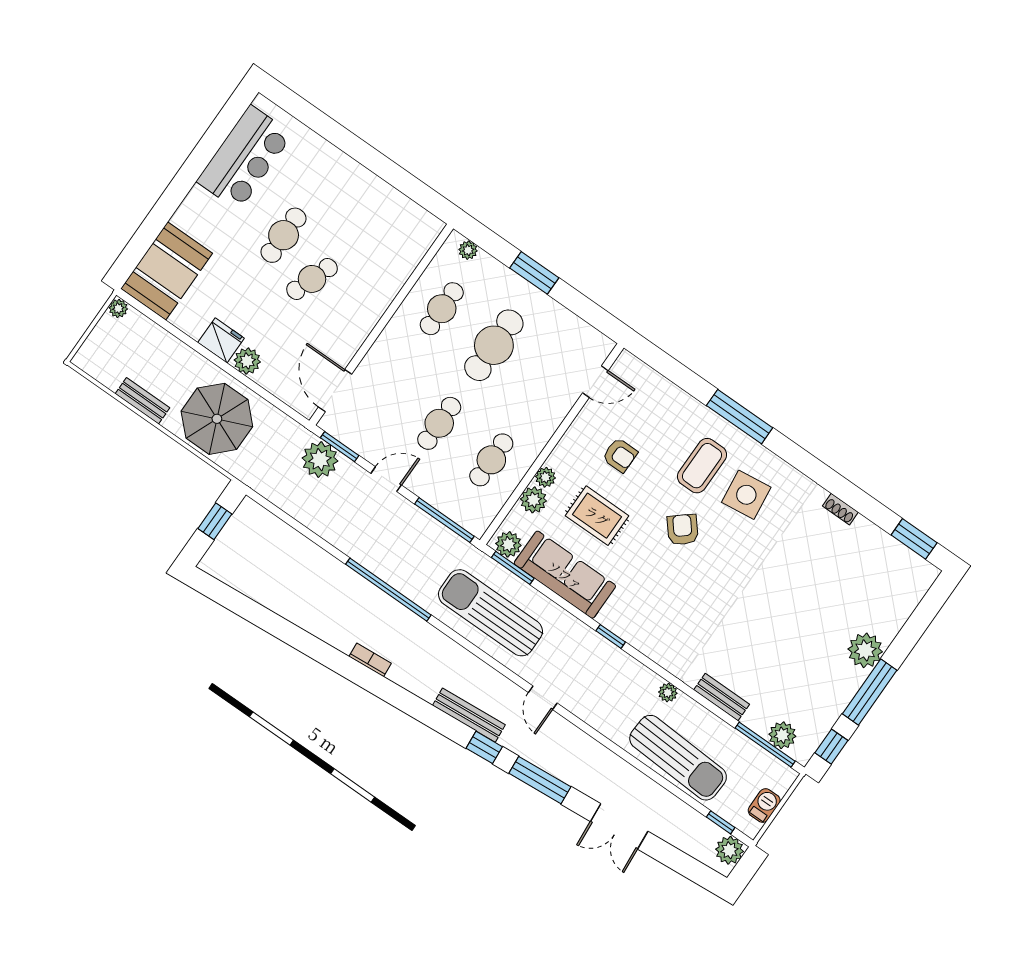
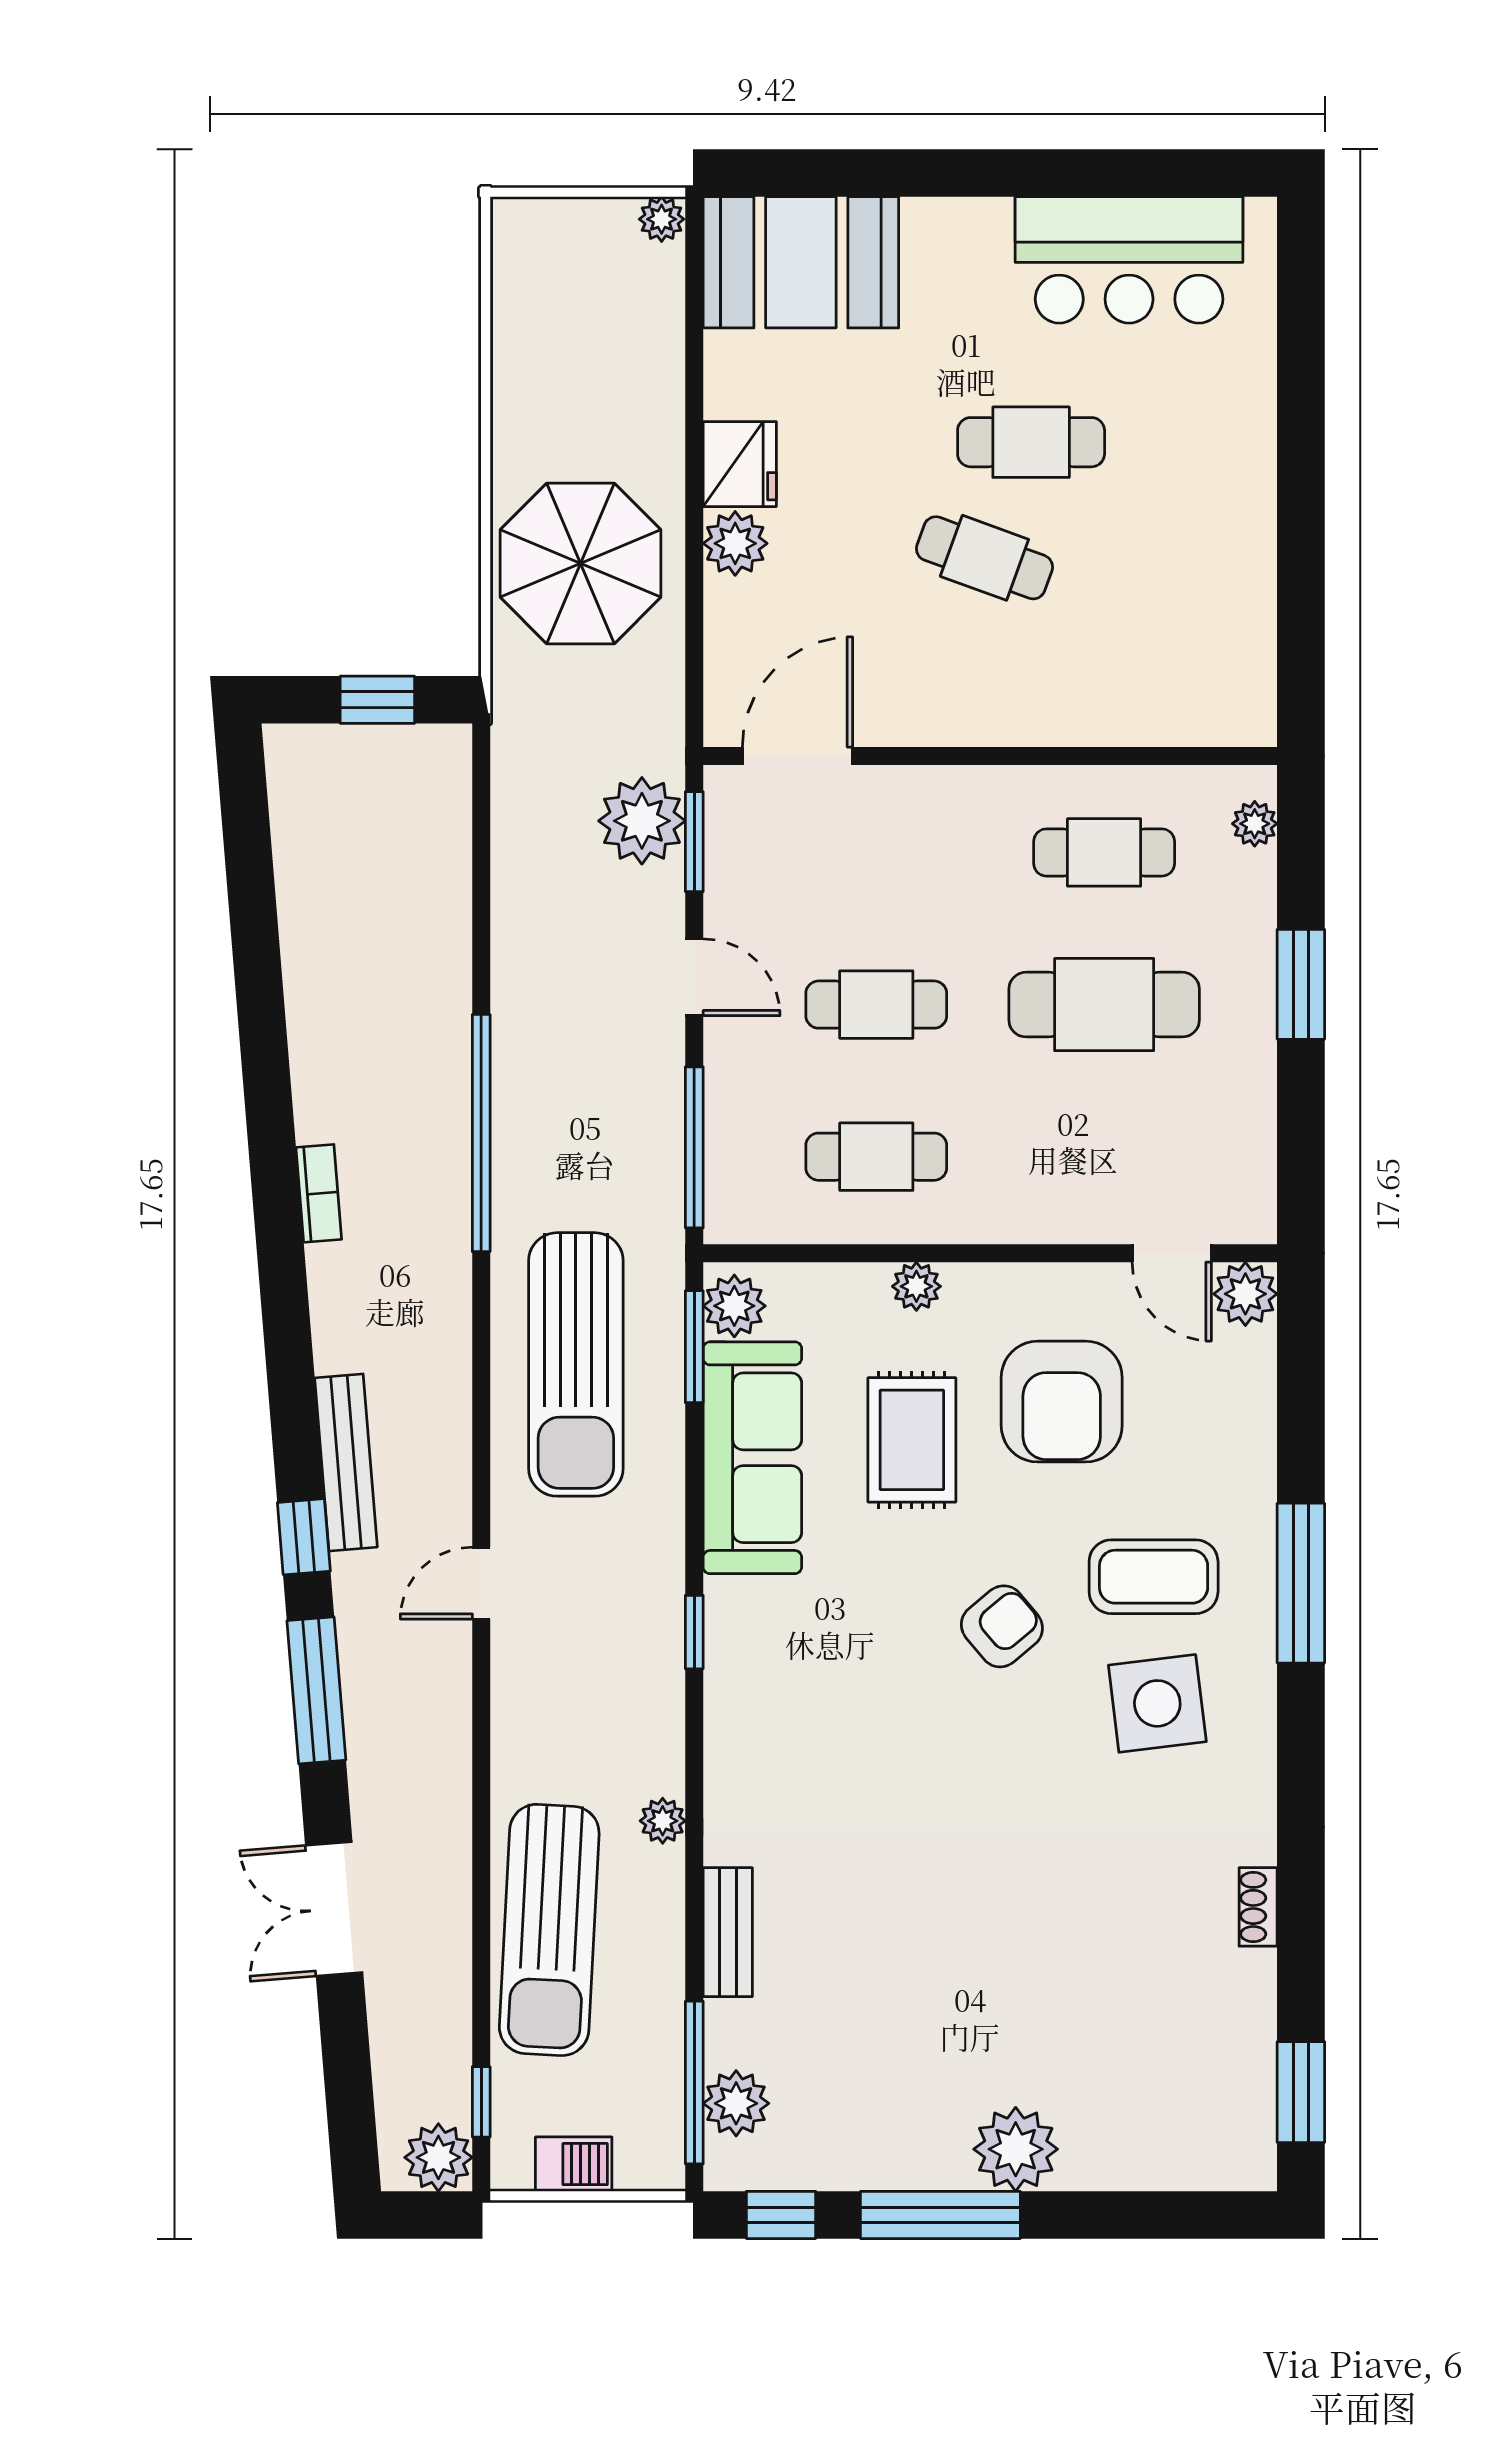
bench: (143, 401) -> (514, 393), removed
armchair: (620, 455) -> (1062, 1402), width x1.88, depth x1.88
plant: (533, 500) -> (1245, 1294), moved
sun lounger: (490, 613) -> (576, 1364), turned 180

